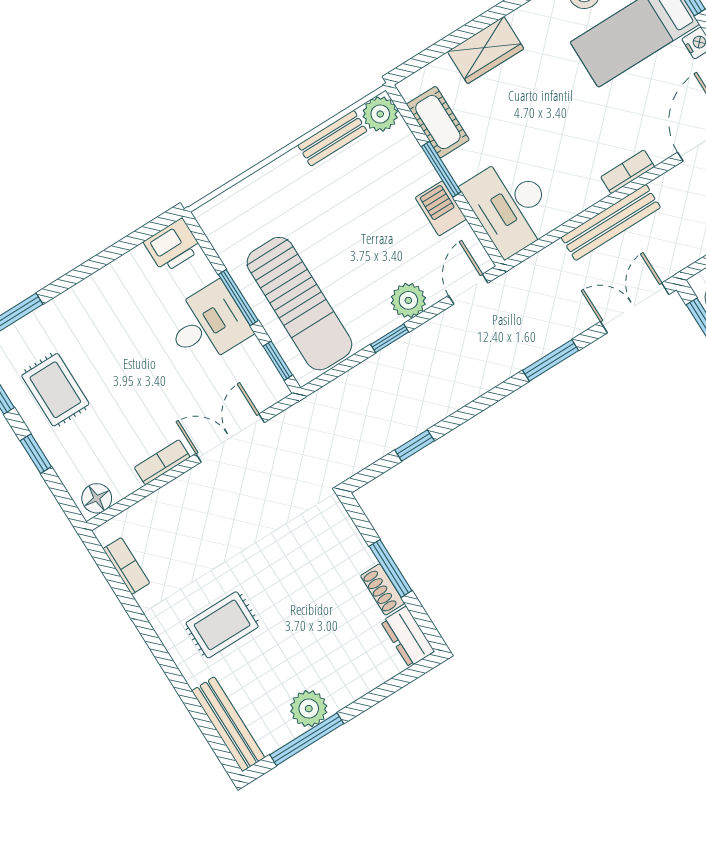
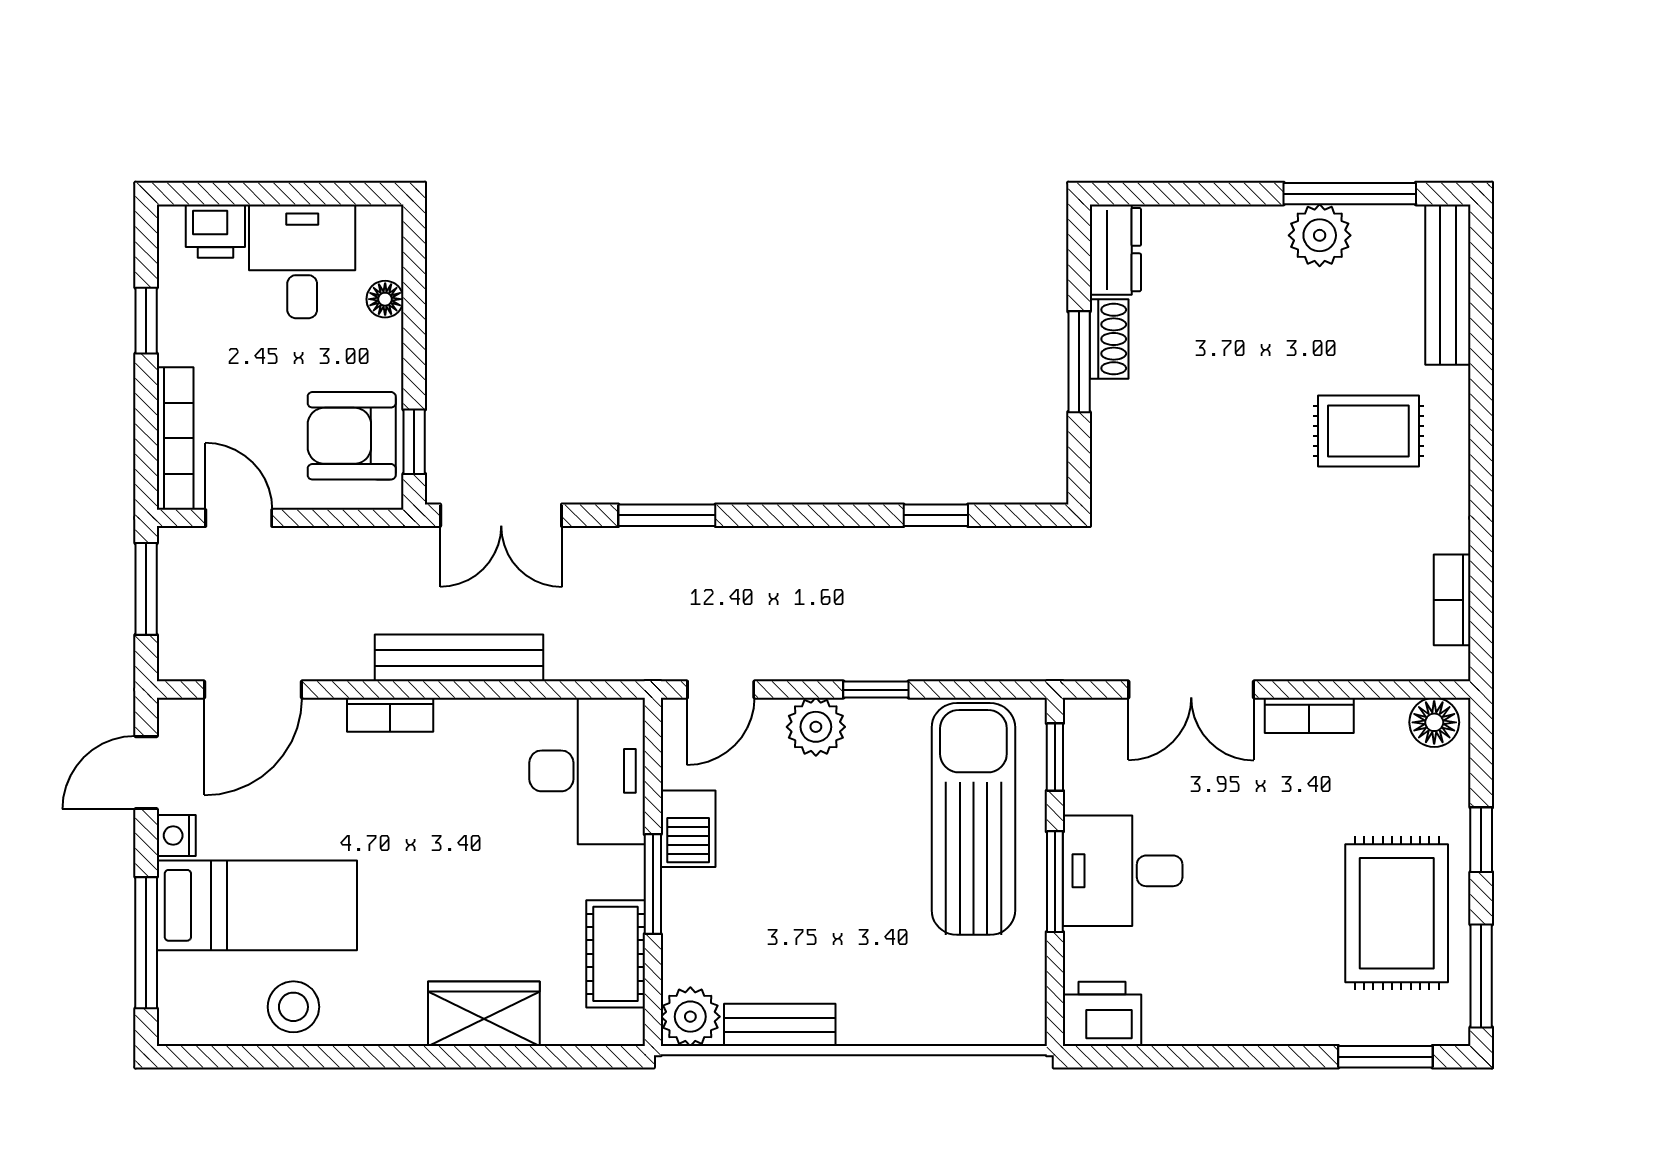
rug: (55, 390) -> (1397, 913), width x1.36, depth x1.43

